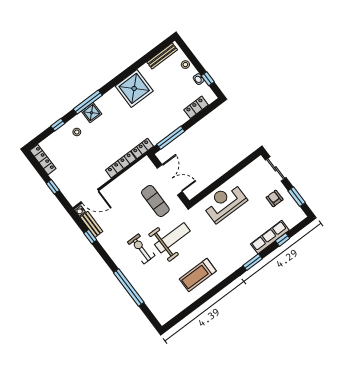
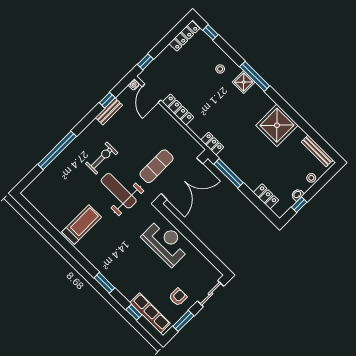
window: (58, 125) -> (211, 32), moved
locker: (121, 165) -> (178, 110), moved
double door: (170, 180) -> (182, 179), width x1.36
window: (53, 187) -> (145, 62), moved
bench: (91, 224) -> (109, 111), moved
row of seats: (270, 237) -> (150, 313), moved
weight bench: (172, 238) -> (119, 191), turned 180
treadmill: (198, 275) -> (82, 224), turned 90

